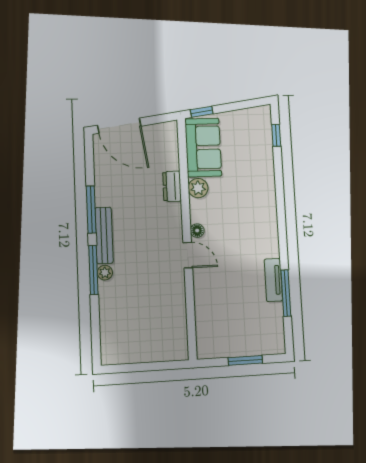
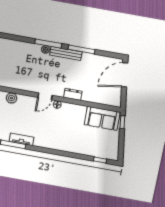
dresser: (172, 186) -> (73, 94), moved
plant: (198, 188) -> (11, 98), moved

